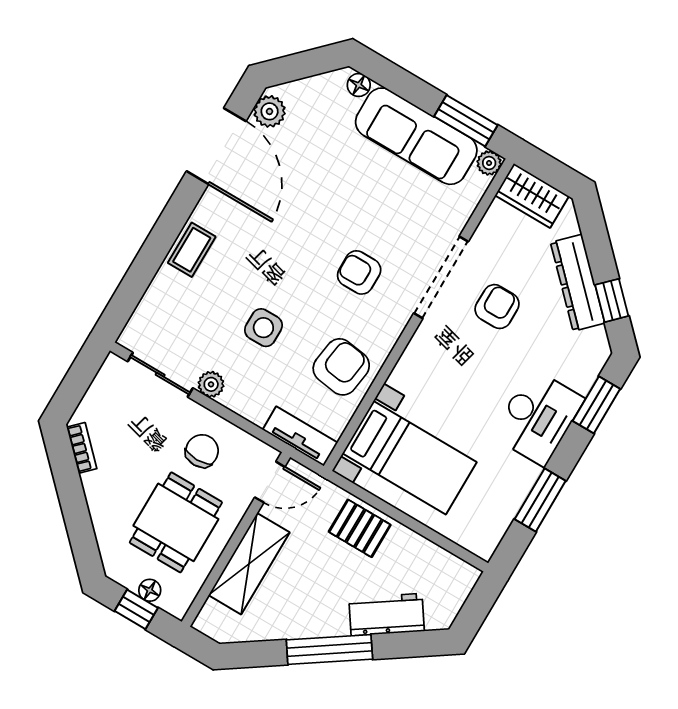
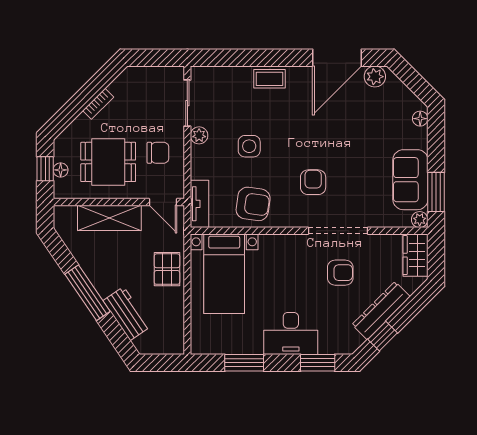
sofa: (416, 136) -> (410, 180), width x0.73
bookcase: (82, 448) -> (98, 104), moved

